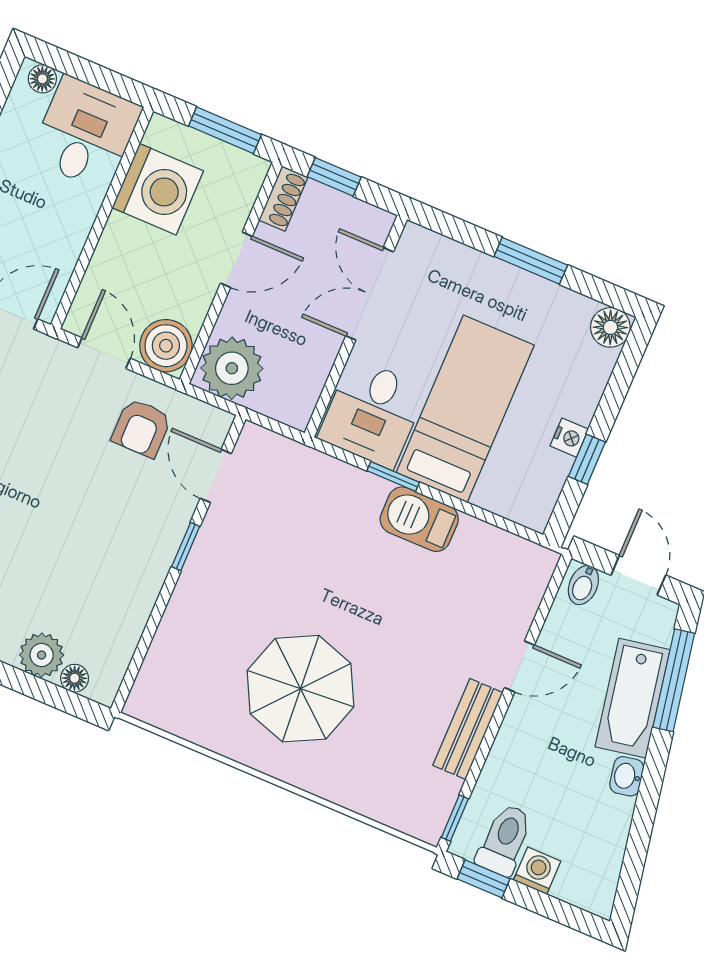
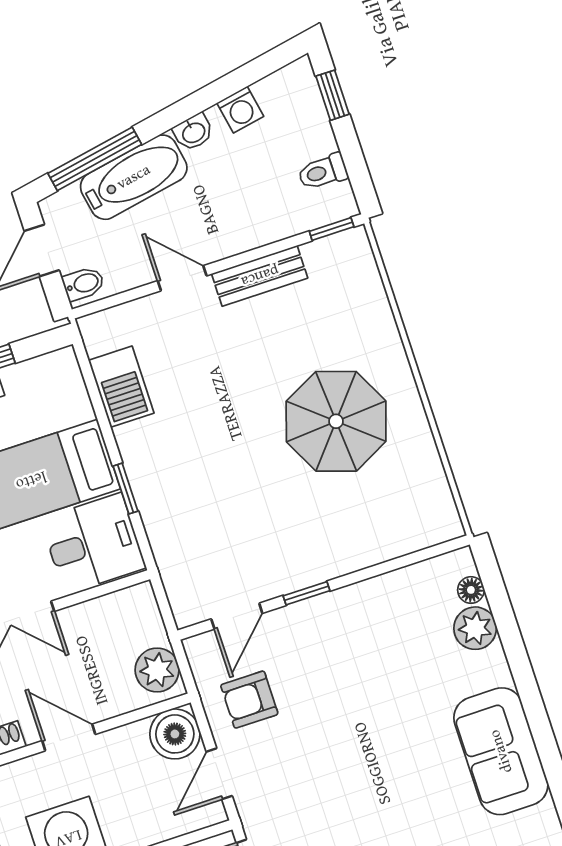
plant: (232, 368) -> (157, 670), width x0.73, depth x0.73
armchair: (141, 428) -> (249, 700), turned 180
barbecue: (419, 519) -> (121, 387), moved
toilet: (505, 840) -> (323, 172), width x0.73, depth x0.72
washing machine: (537, 871) -> (240, 110), moved, turned -101
window: (483, 879) -> (333, 95), moved

